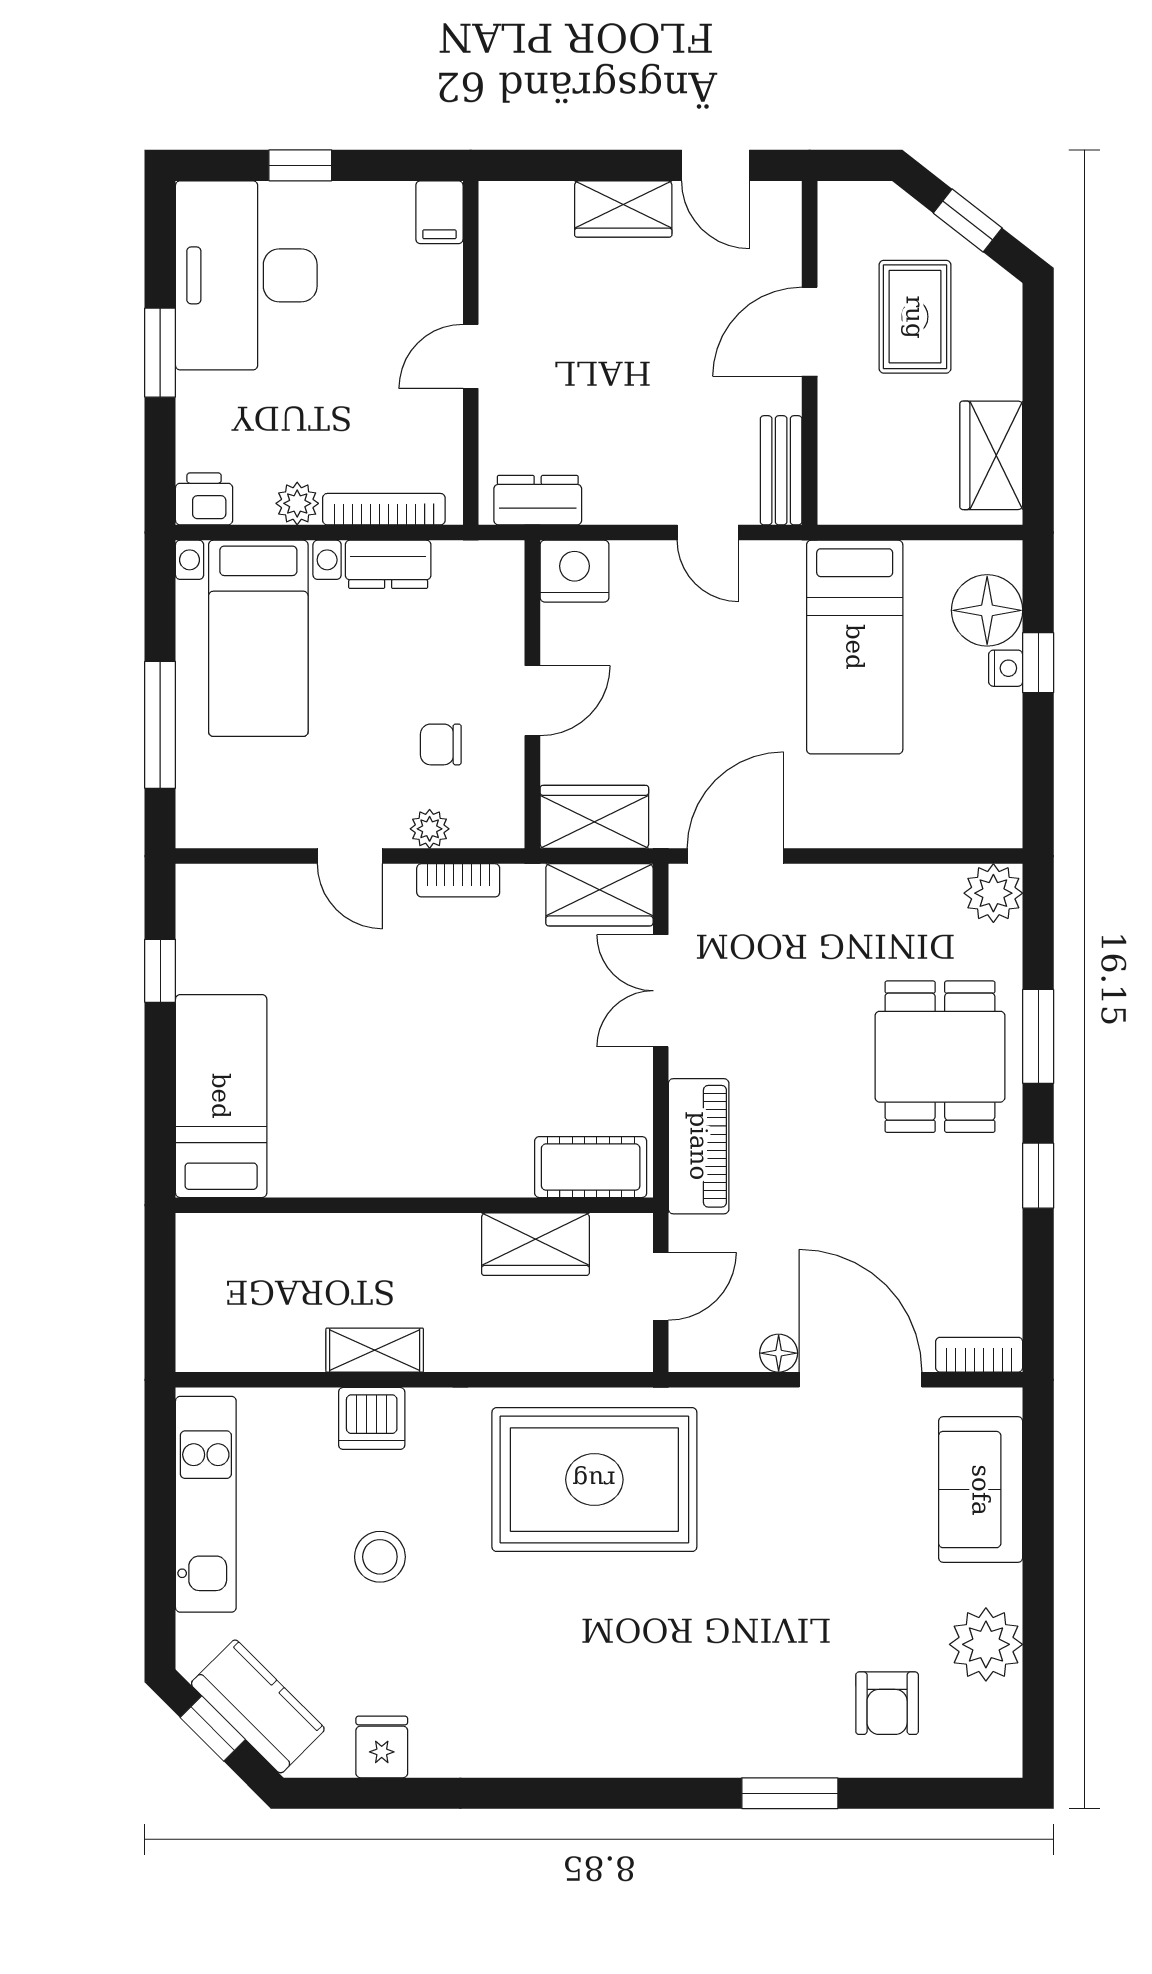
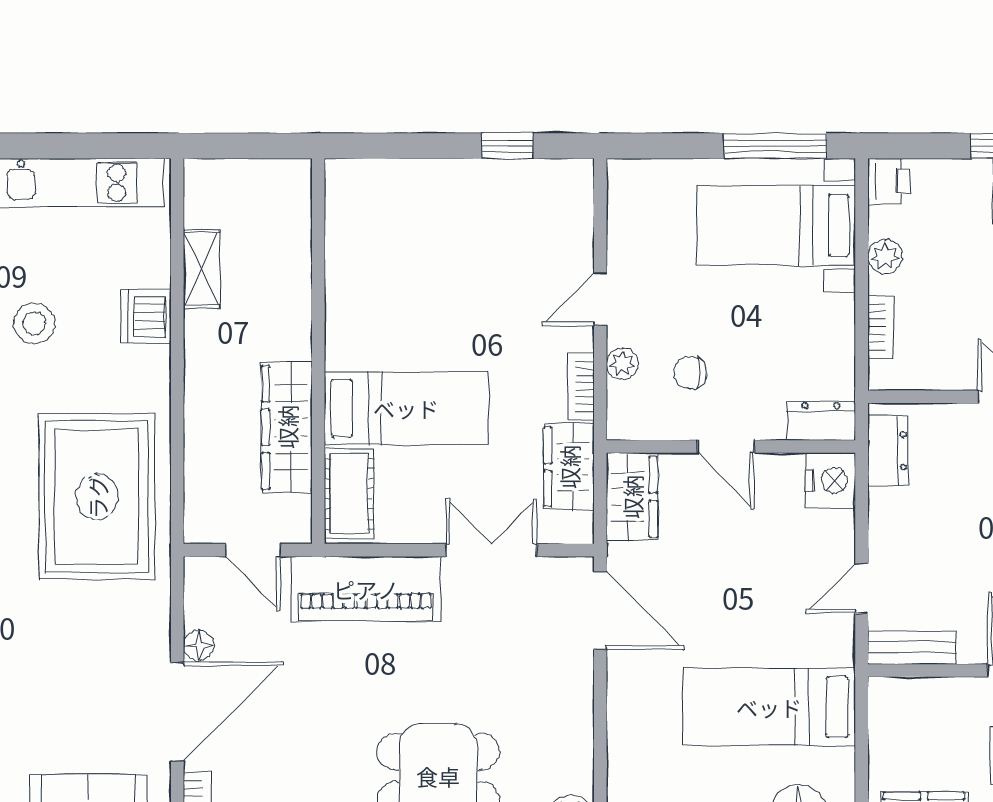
bookcase: (384, 509) -> (880, 327), width x0.64
dresser: (388, 564) -> (821, 421), moved, turned 90
window: (160, 725) -> (775, 146), moved
chair: (441, 744) -> (690, 373), turned -88
wardrobe: (599, 895) -> (569, 467), moved
bed: (221, 1096) -> (406, 408), moved
piano: (699, 1146) -> (366, 589), width x1.37, depth x1.33
wardrobe: (535, 1244) -> (287, 427), width x1.50
shelving: (375, 1350) -> (201, 269), moved

